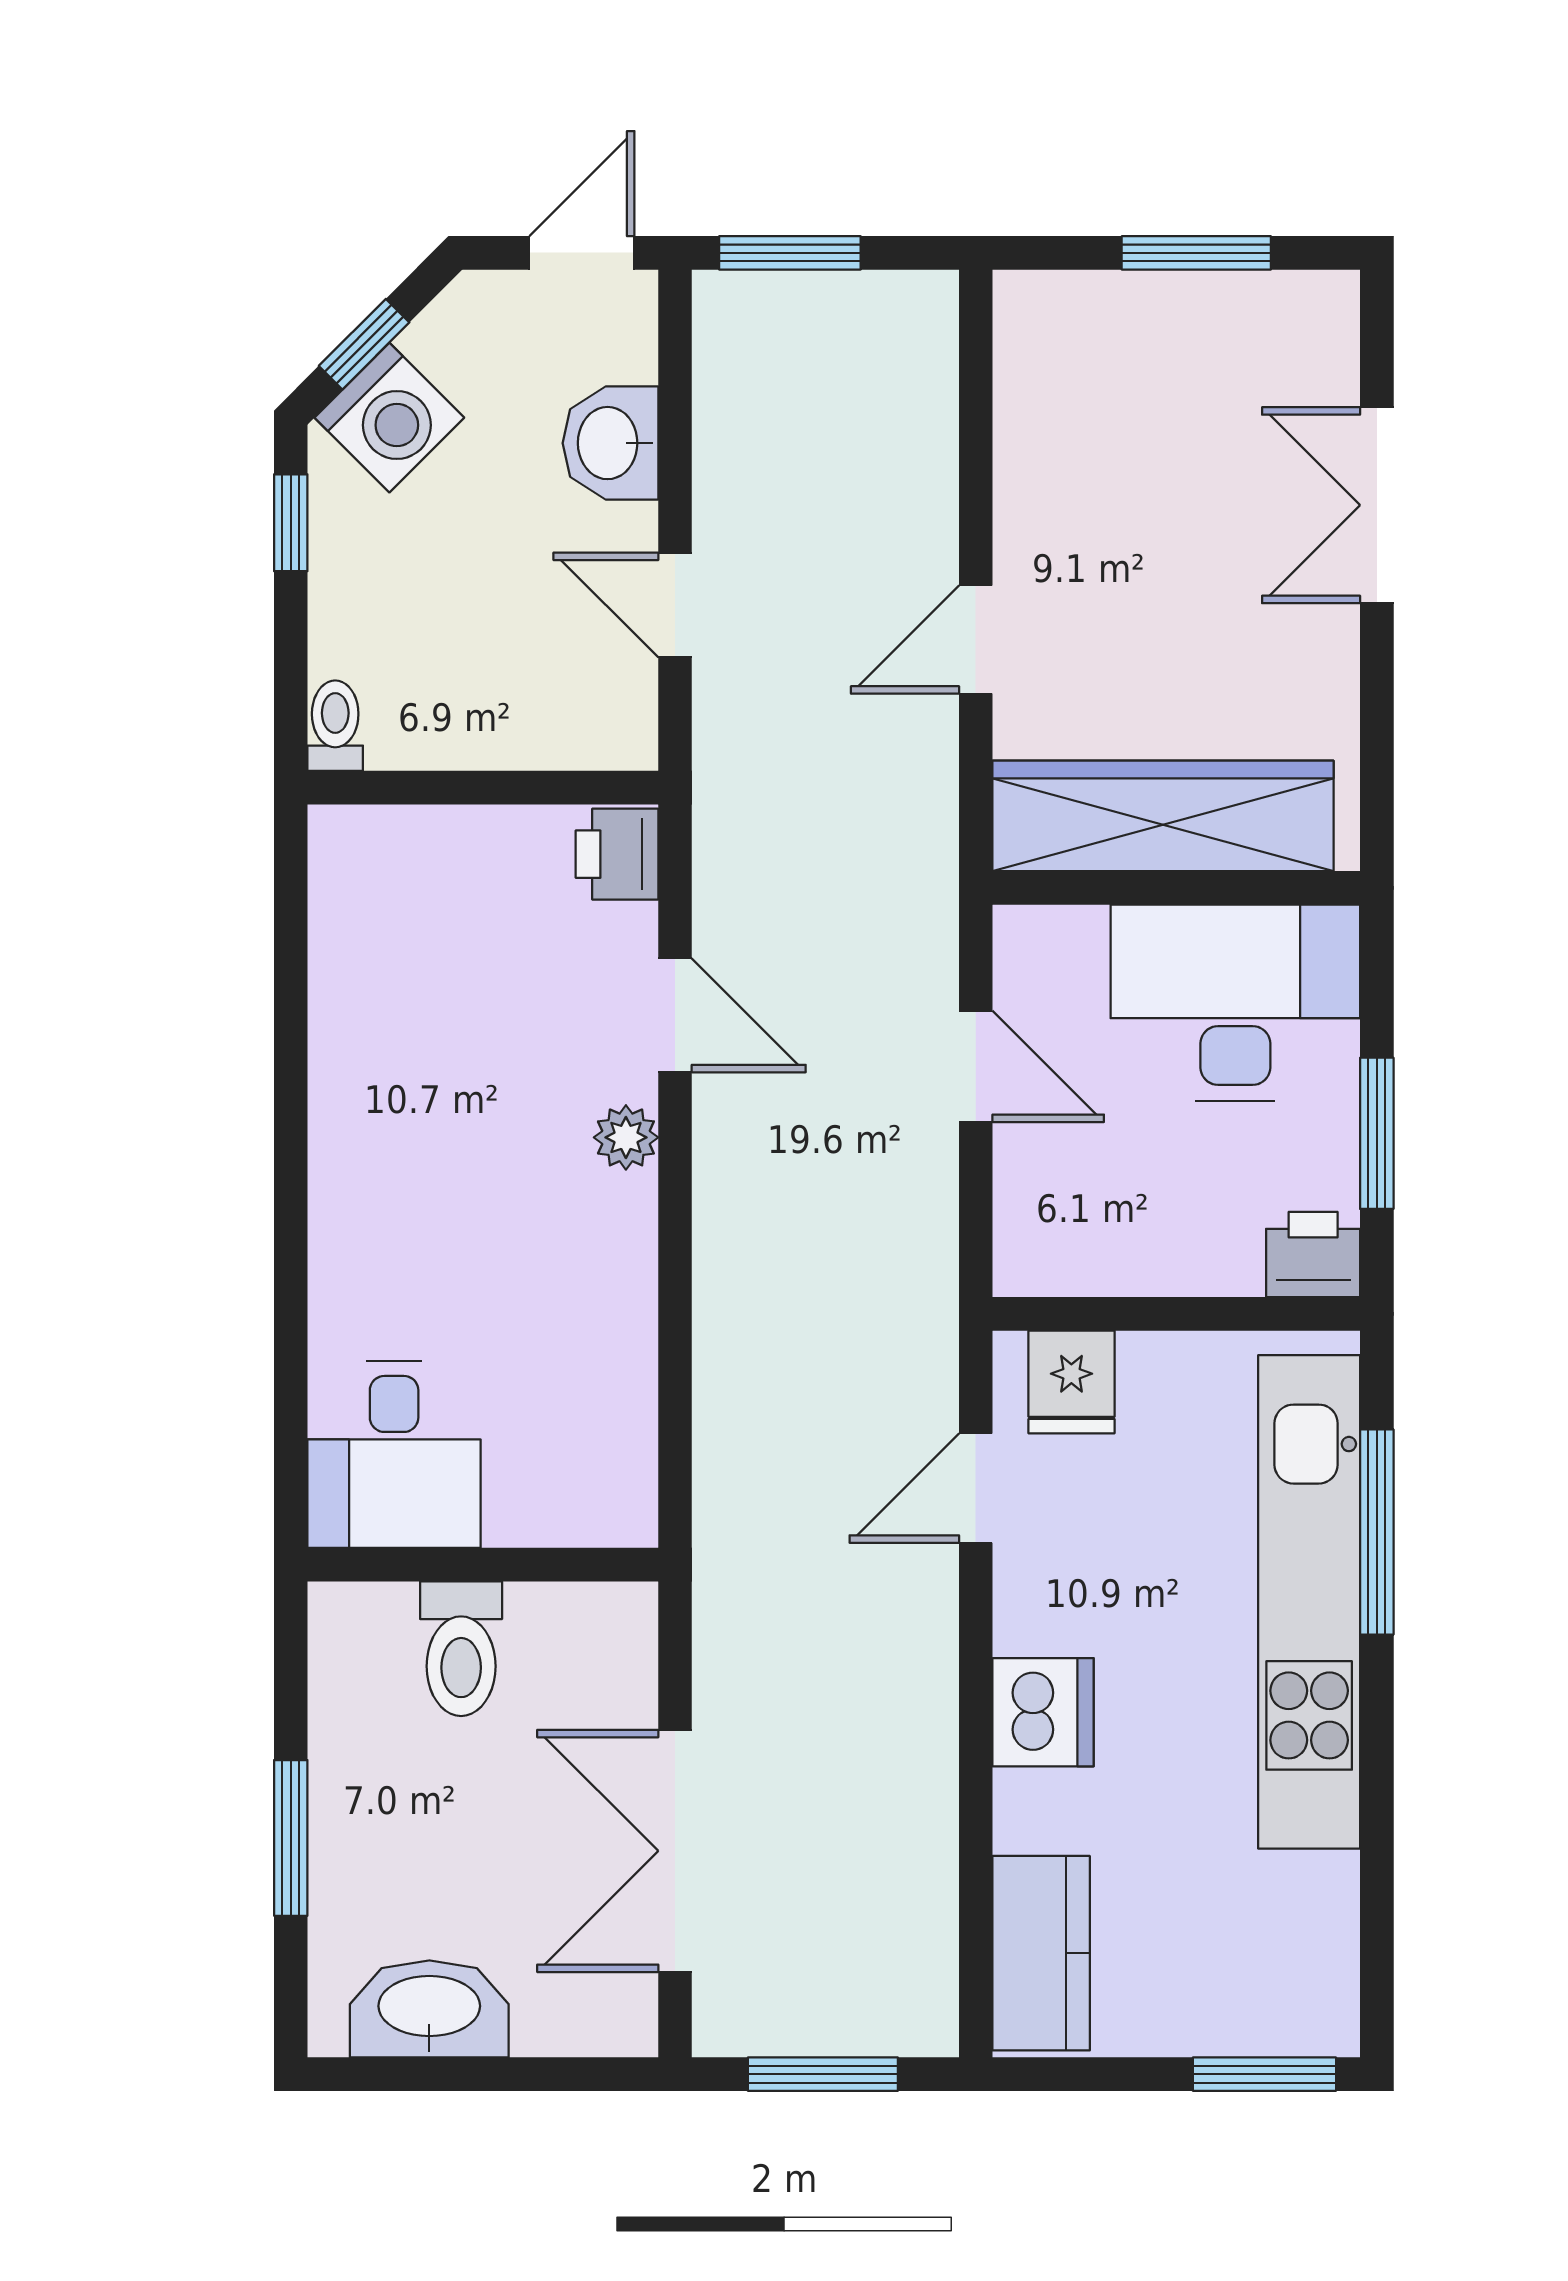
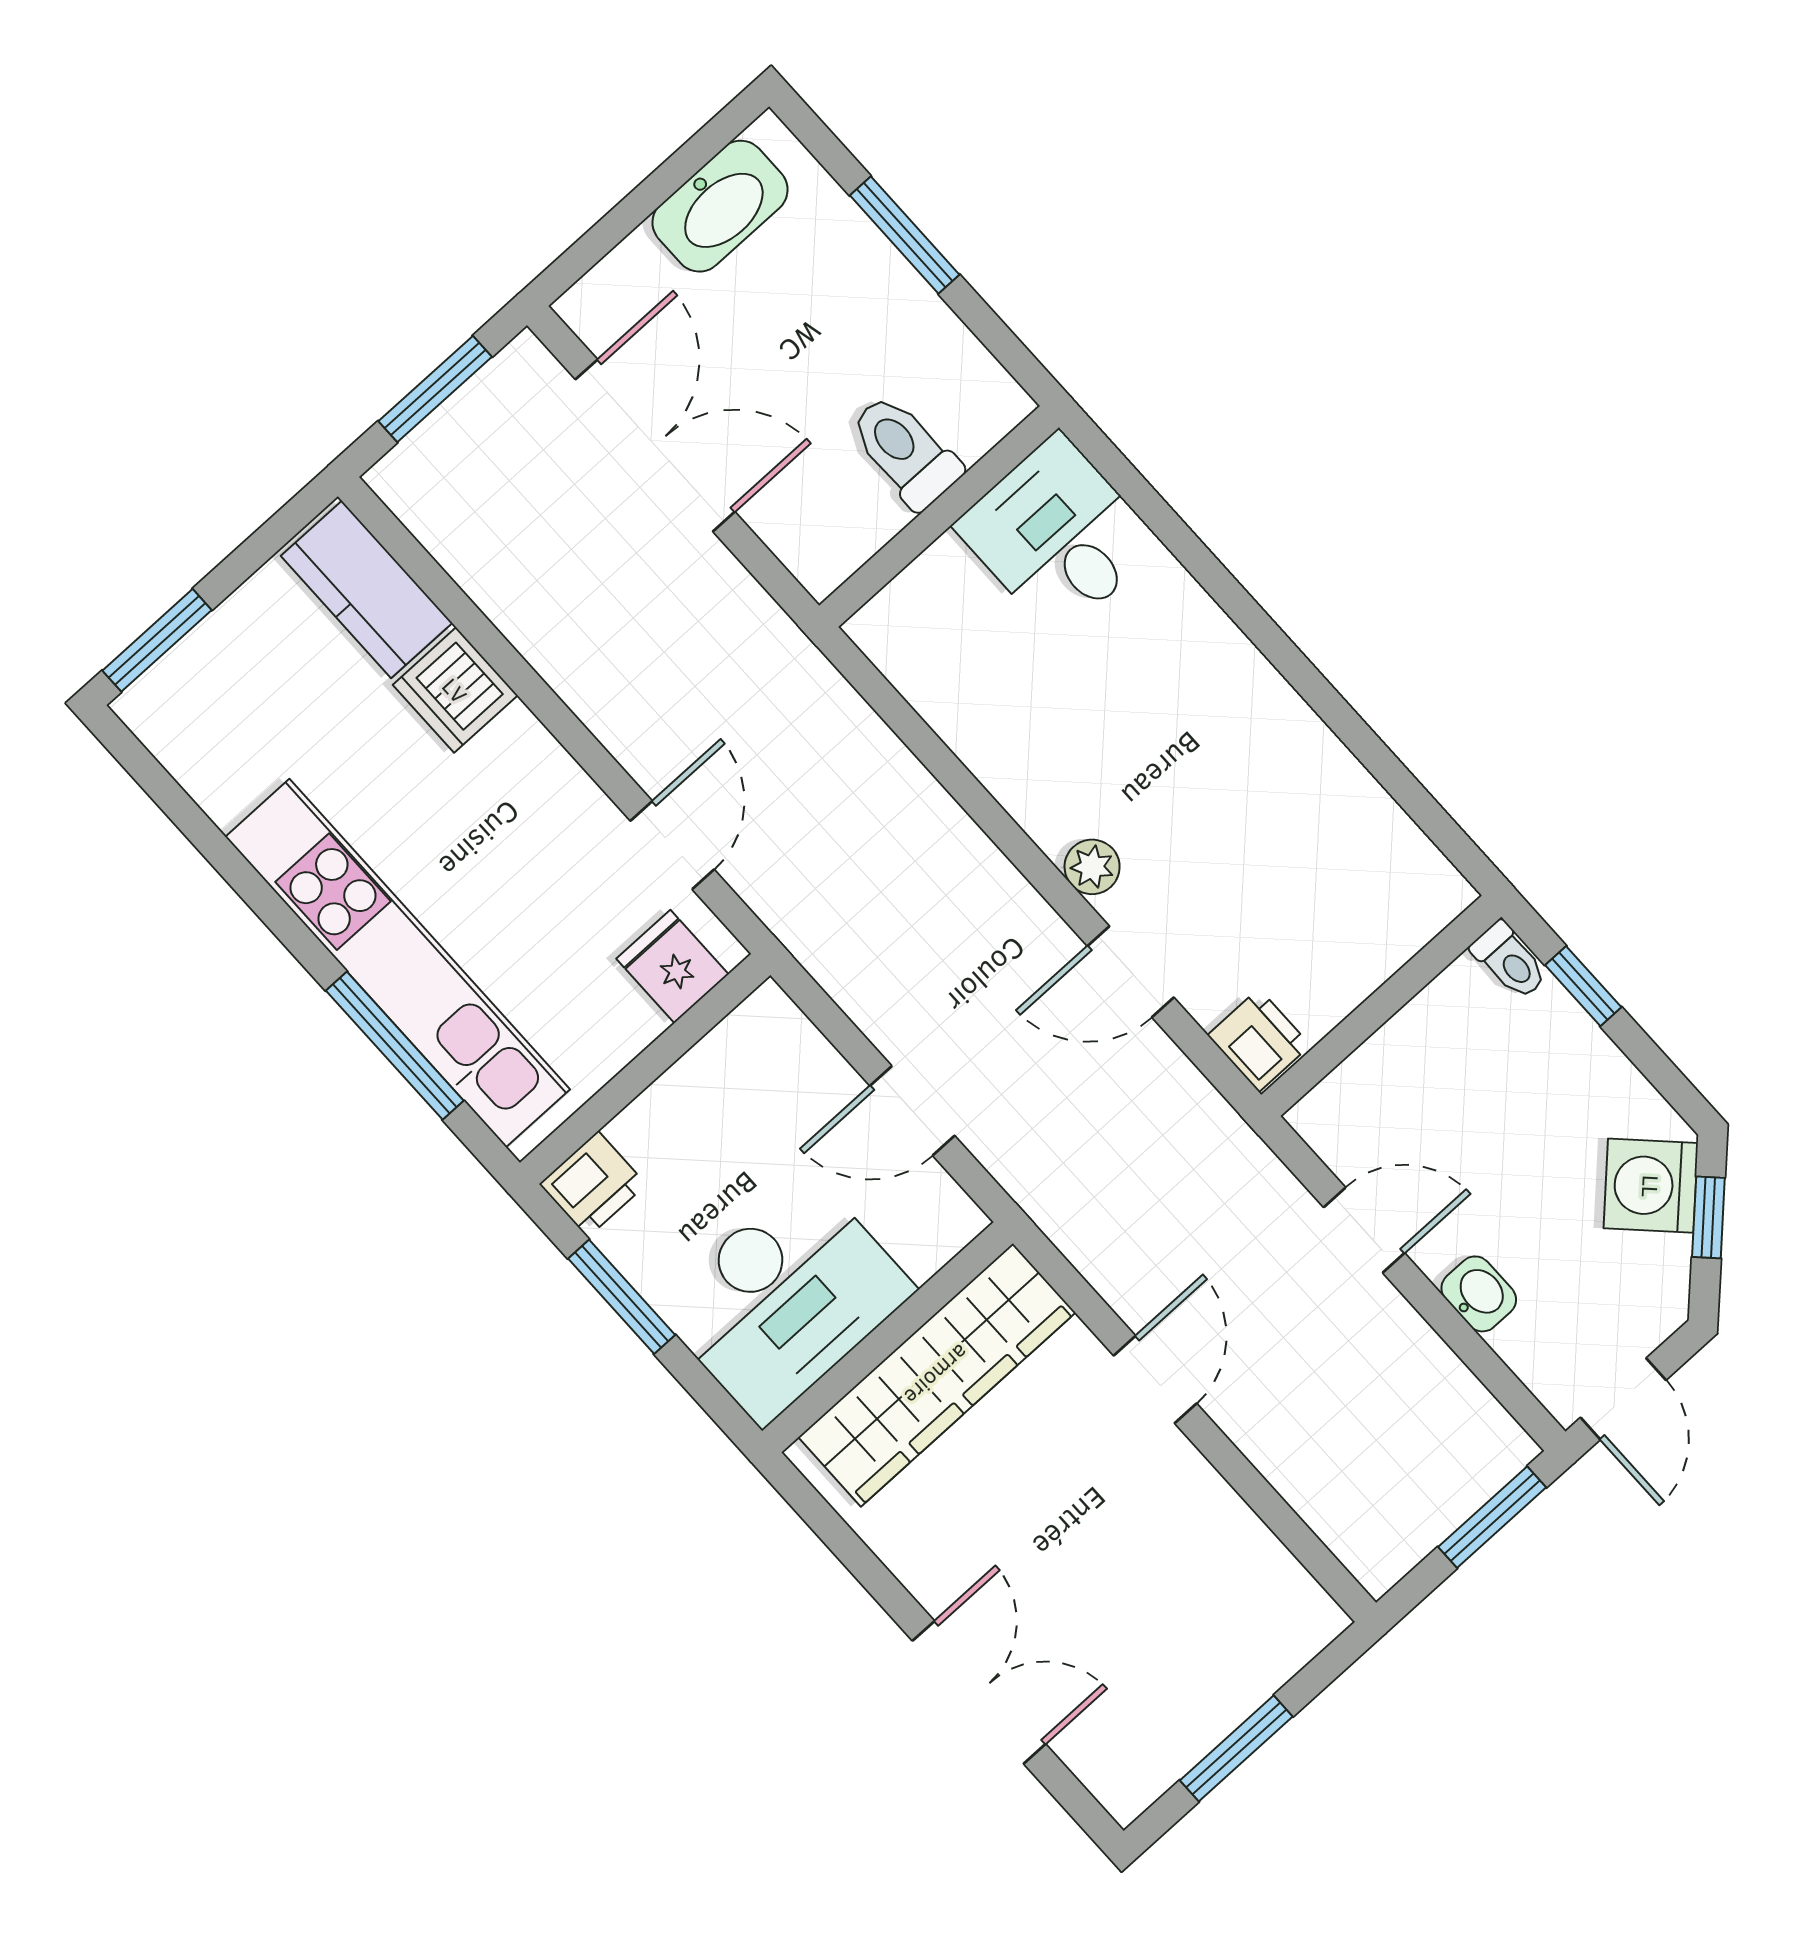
washbasin: (610, 443) -> (1479, 1294), width x0.72, depth x0.69
window: (291, 523) -> (1583, 986), moved
dishwasher: (1043, 1712) -> (455, 690), moved

